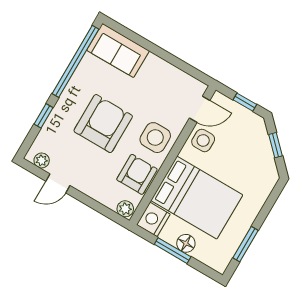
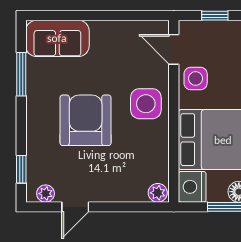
window: (76, 61) -> (21, 74), width x0.47
door: (200, 109) -> (174, 49), swing flipped
window: (44, 116) -> (21, 169), moved
armchair: (137, 174) -> (149, 151), removed

